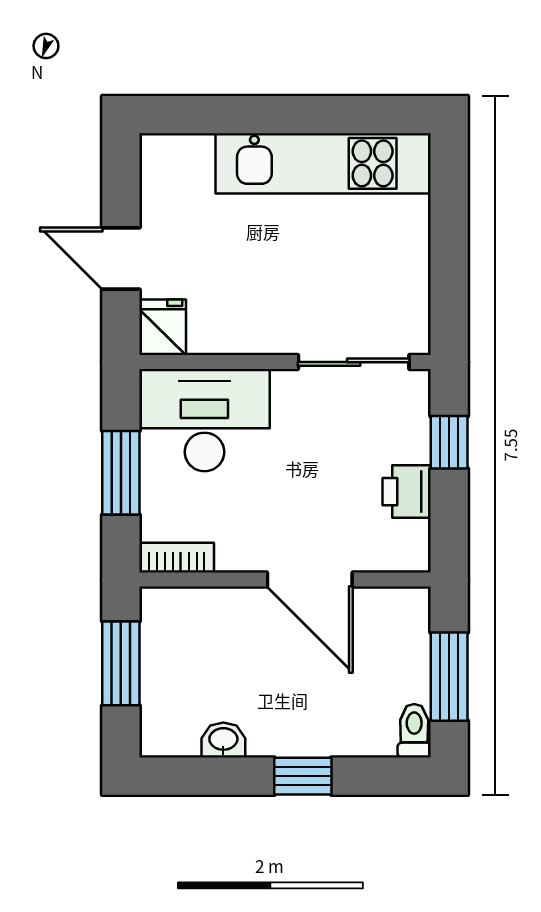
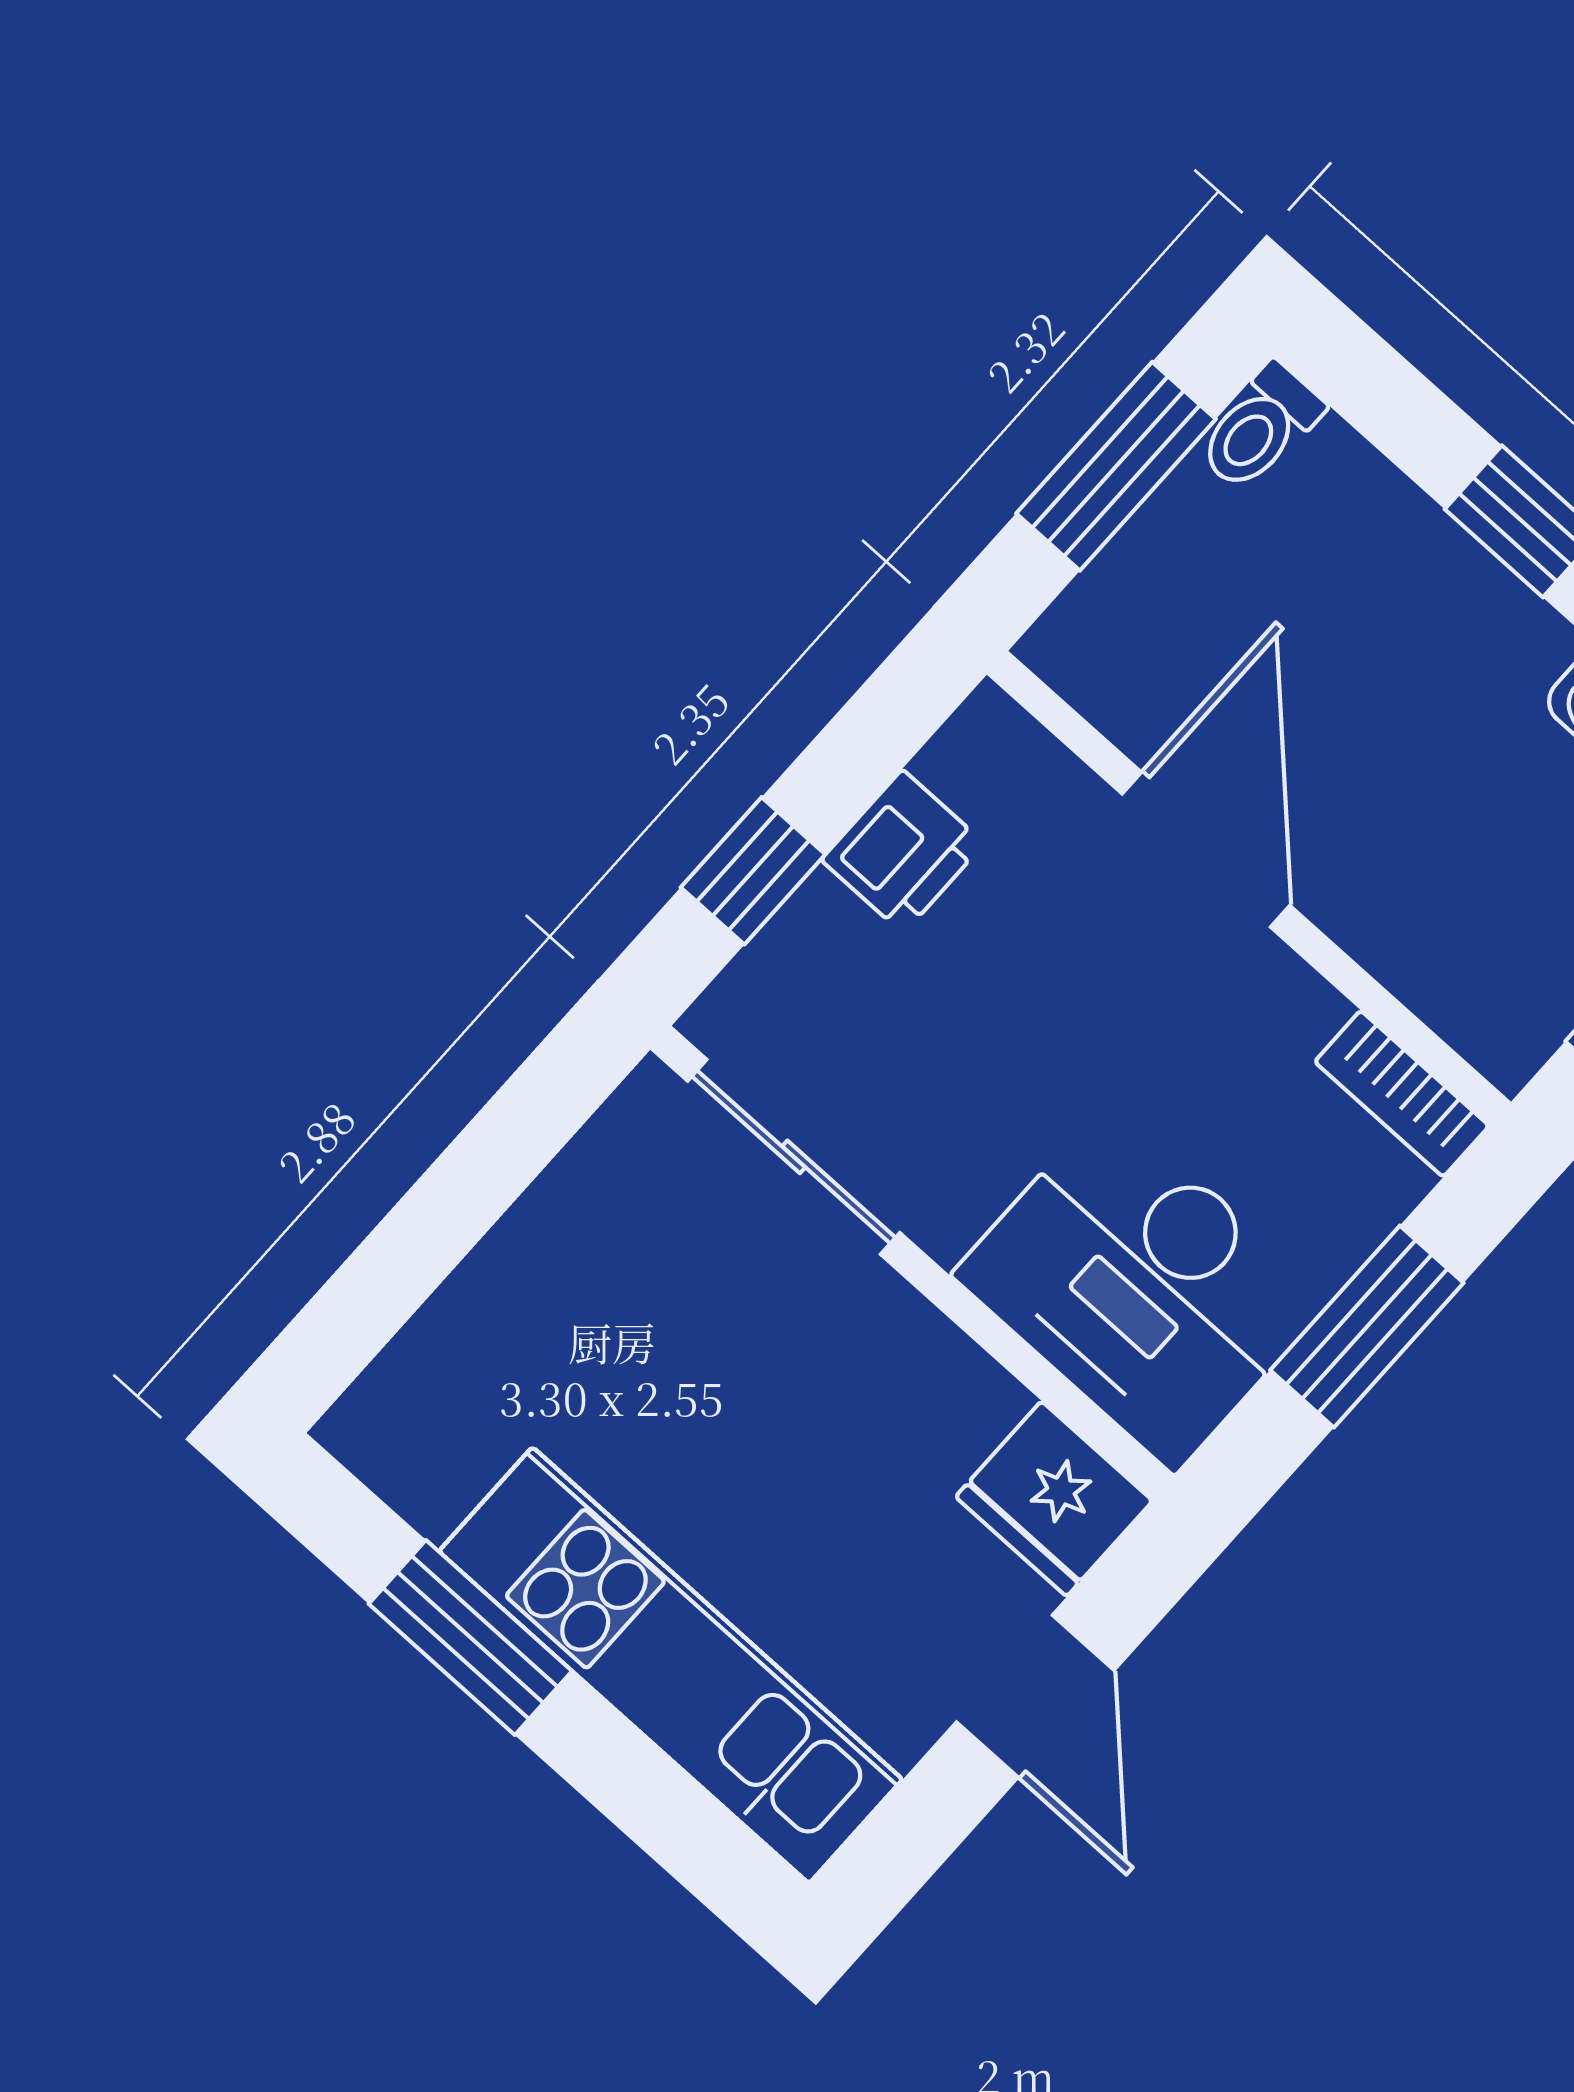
window: (319, 115) -> (470, 1637), added
kitchen unit: (323, 163) -> (671, 1665), moved
fridge: (163, 327) -> (1054, 1499), width x1.38

